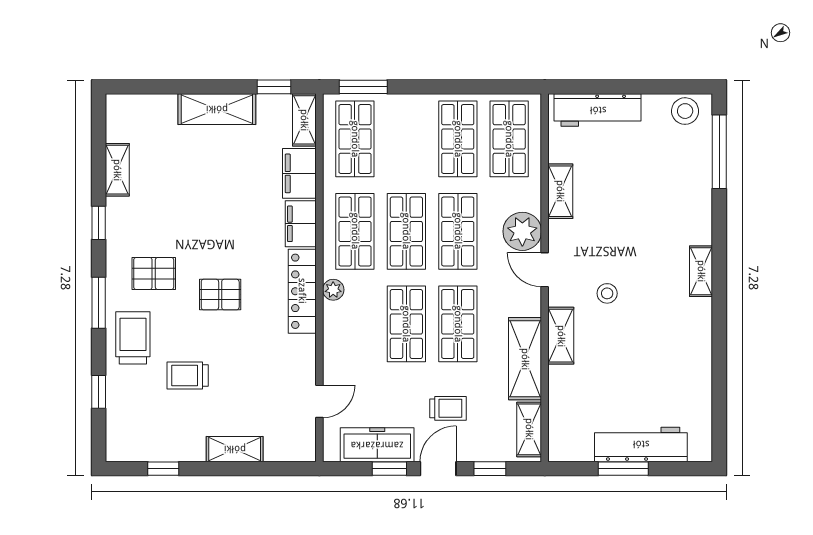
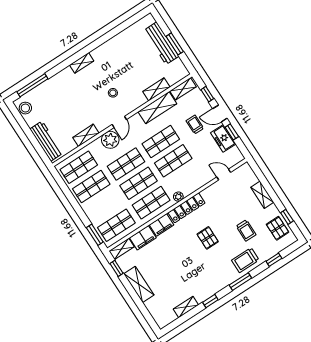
pallet: (154, 274) -> (278, 228), moved
shelving: (561, 336) -> (156, 89), moved
freezer: (377, 445) -> (223, 138), width x0.71

